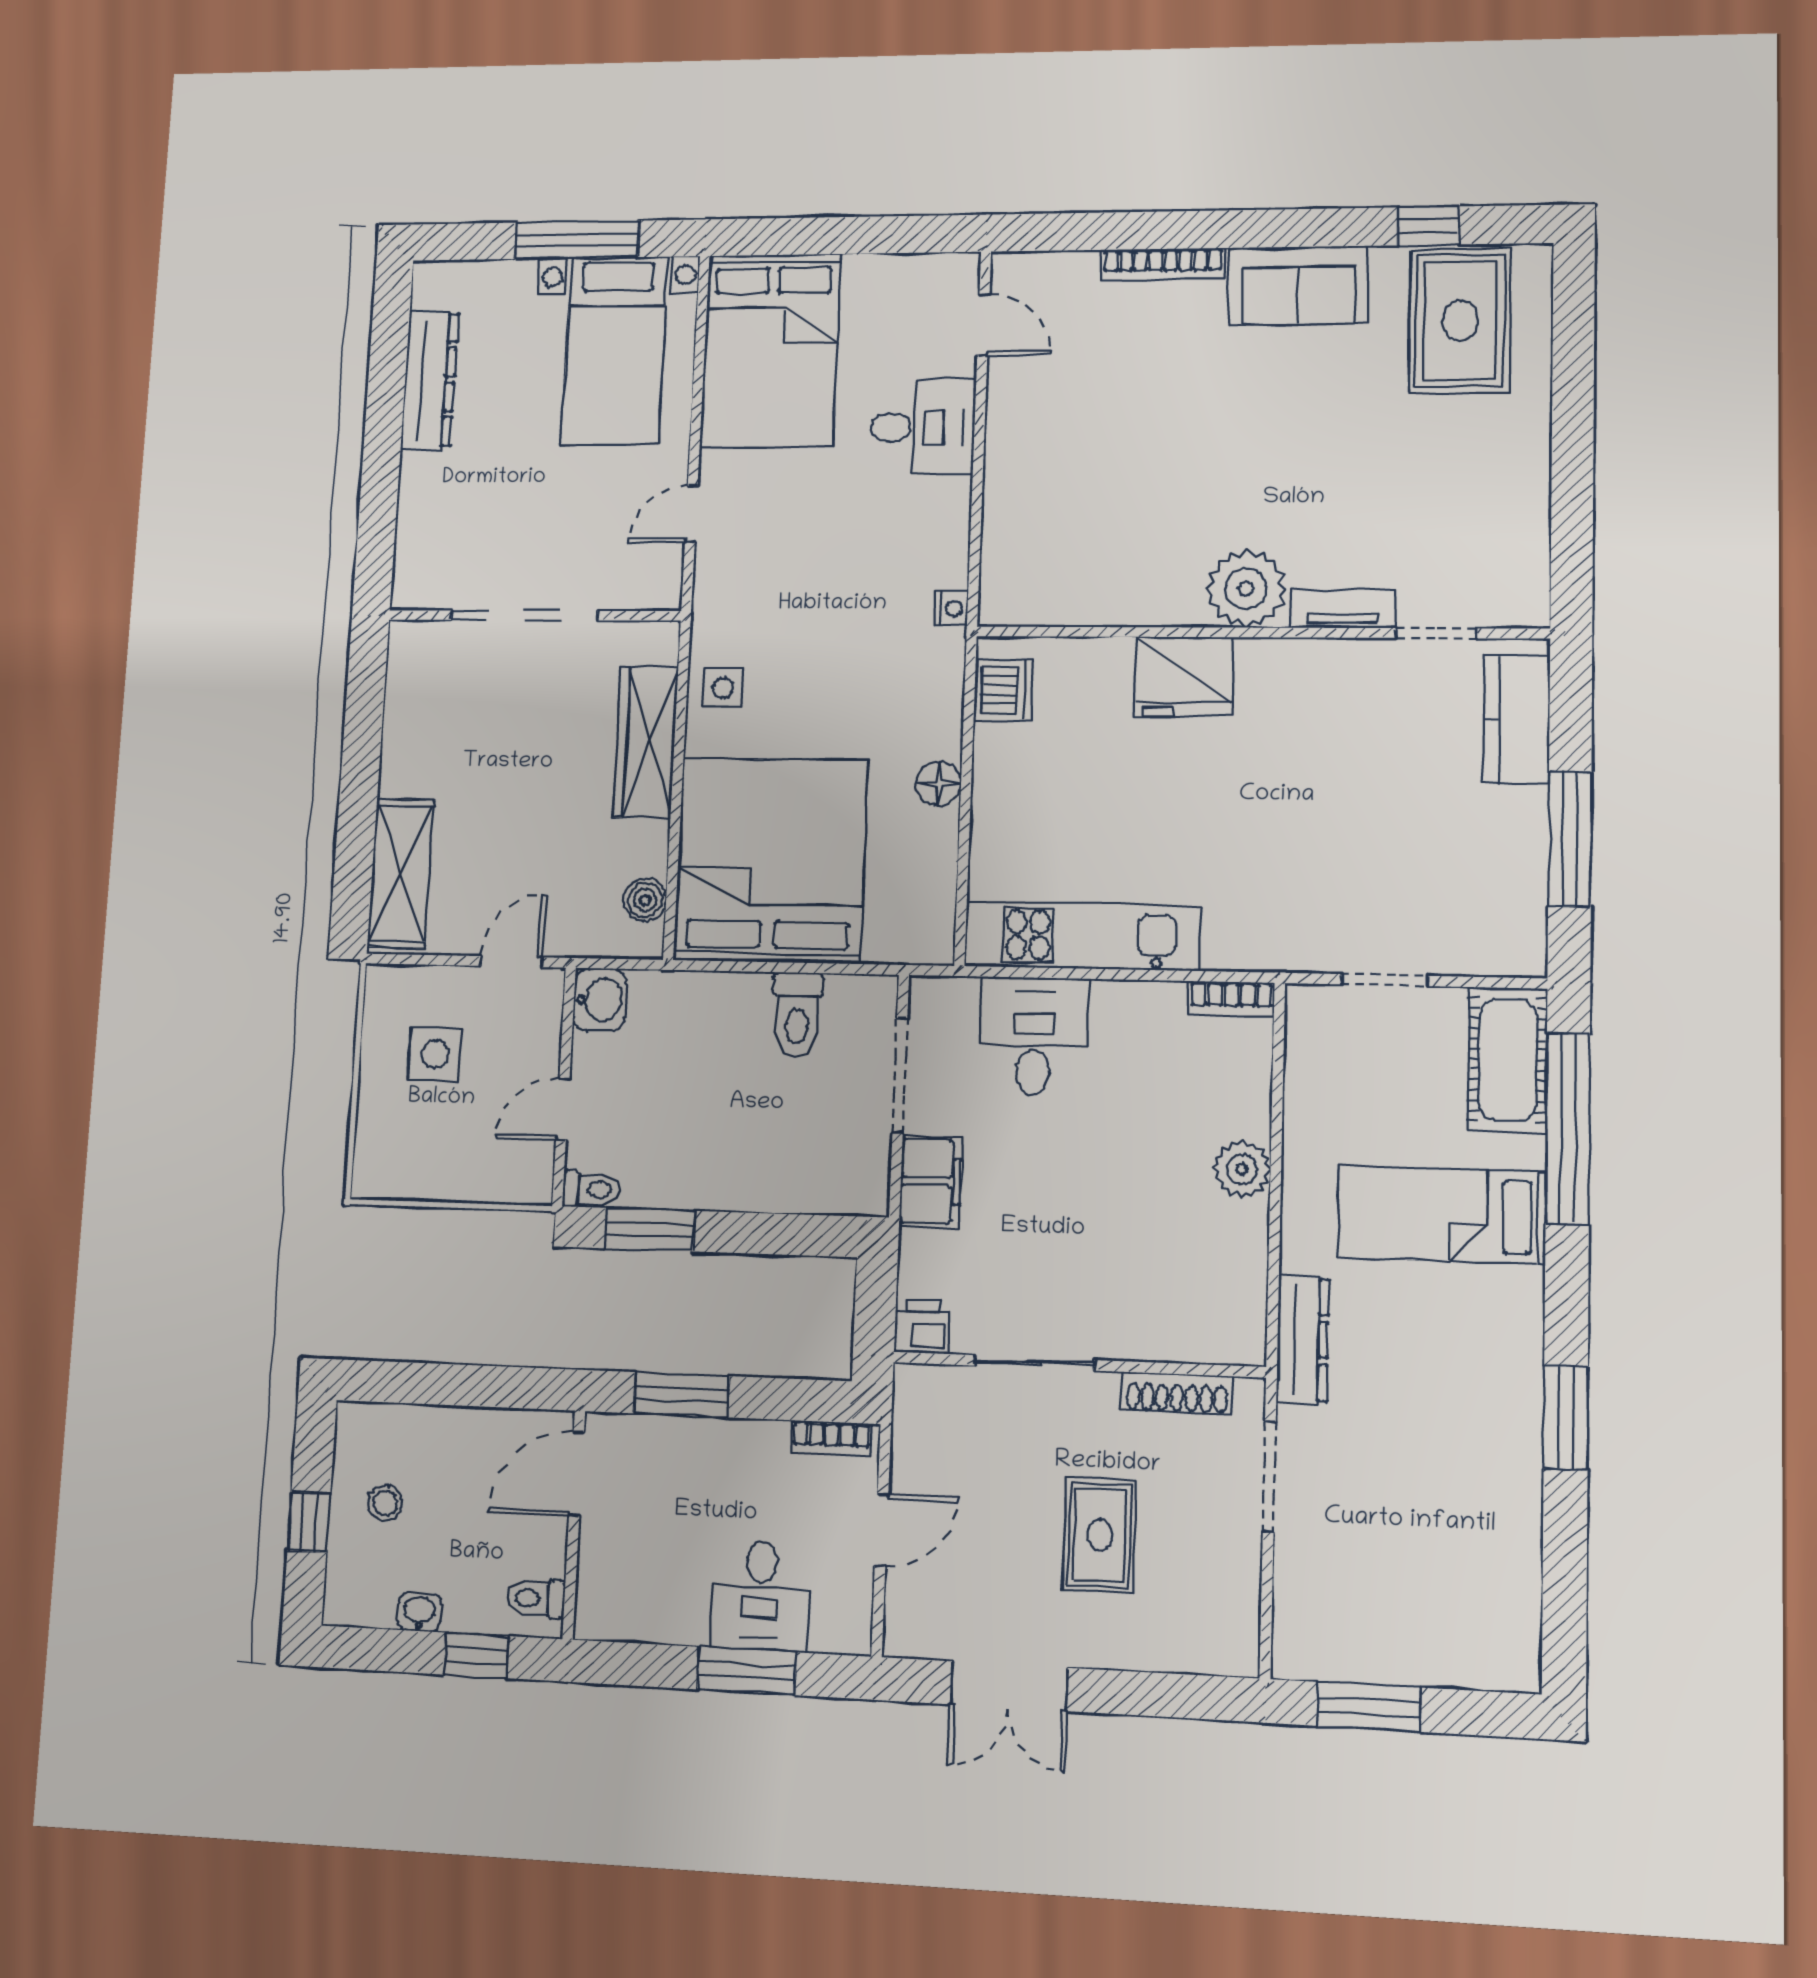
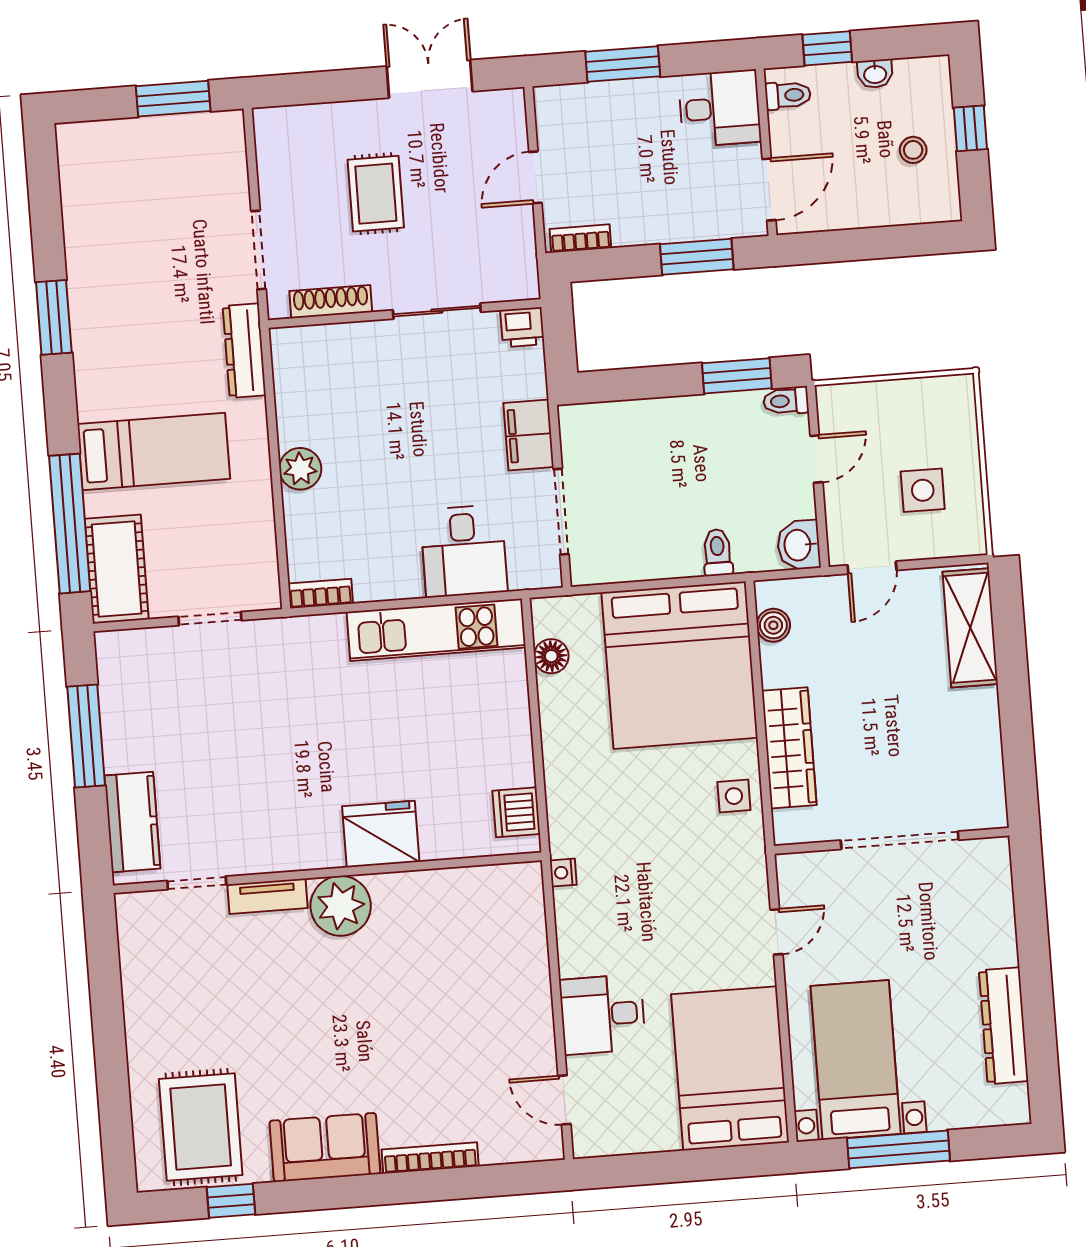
floor lamp: (939, 784) -> (551, 656), moved
toilet: (797, 1015) -> (718, 552), moved, width x0.73, depth x0.72
desk: (760, 1596) -> (720, 108), moved, turned 90

